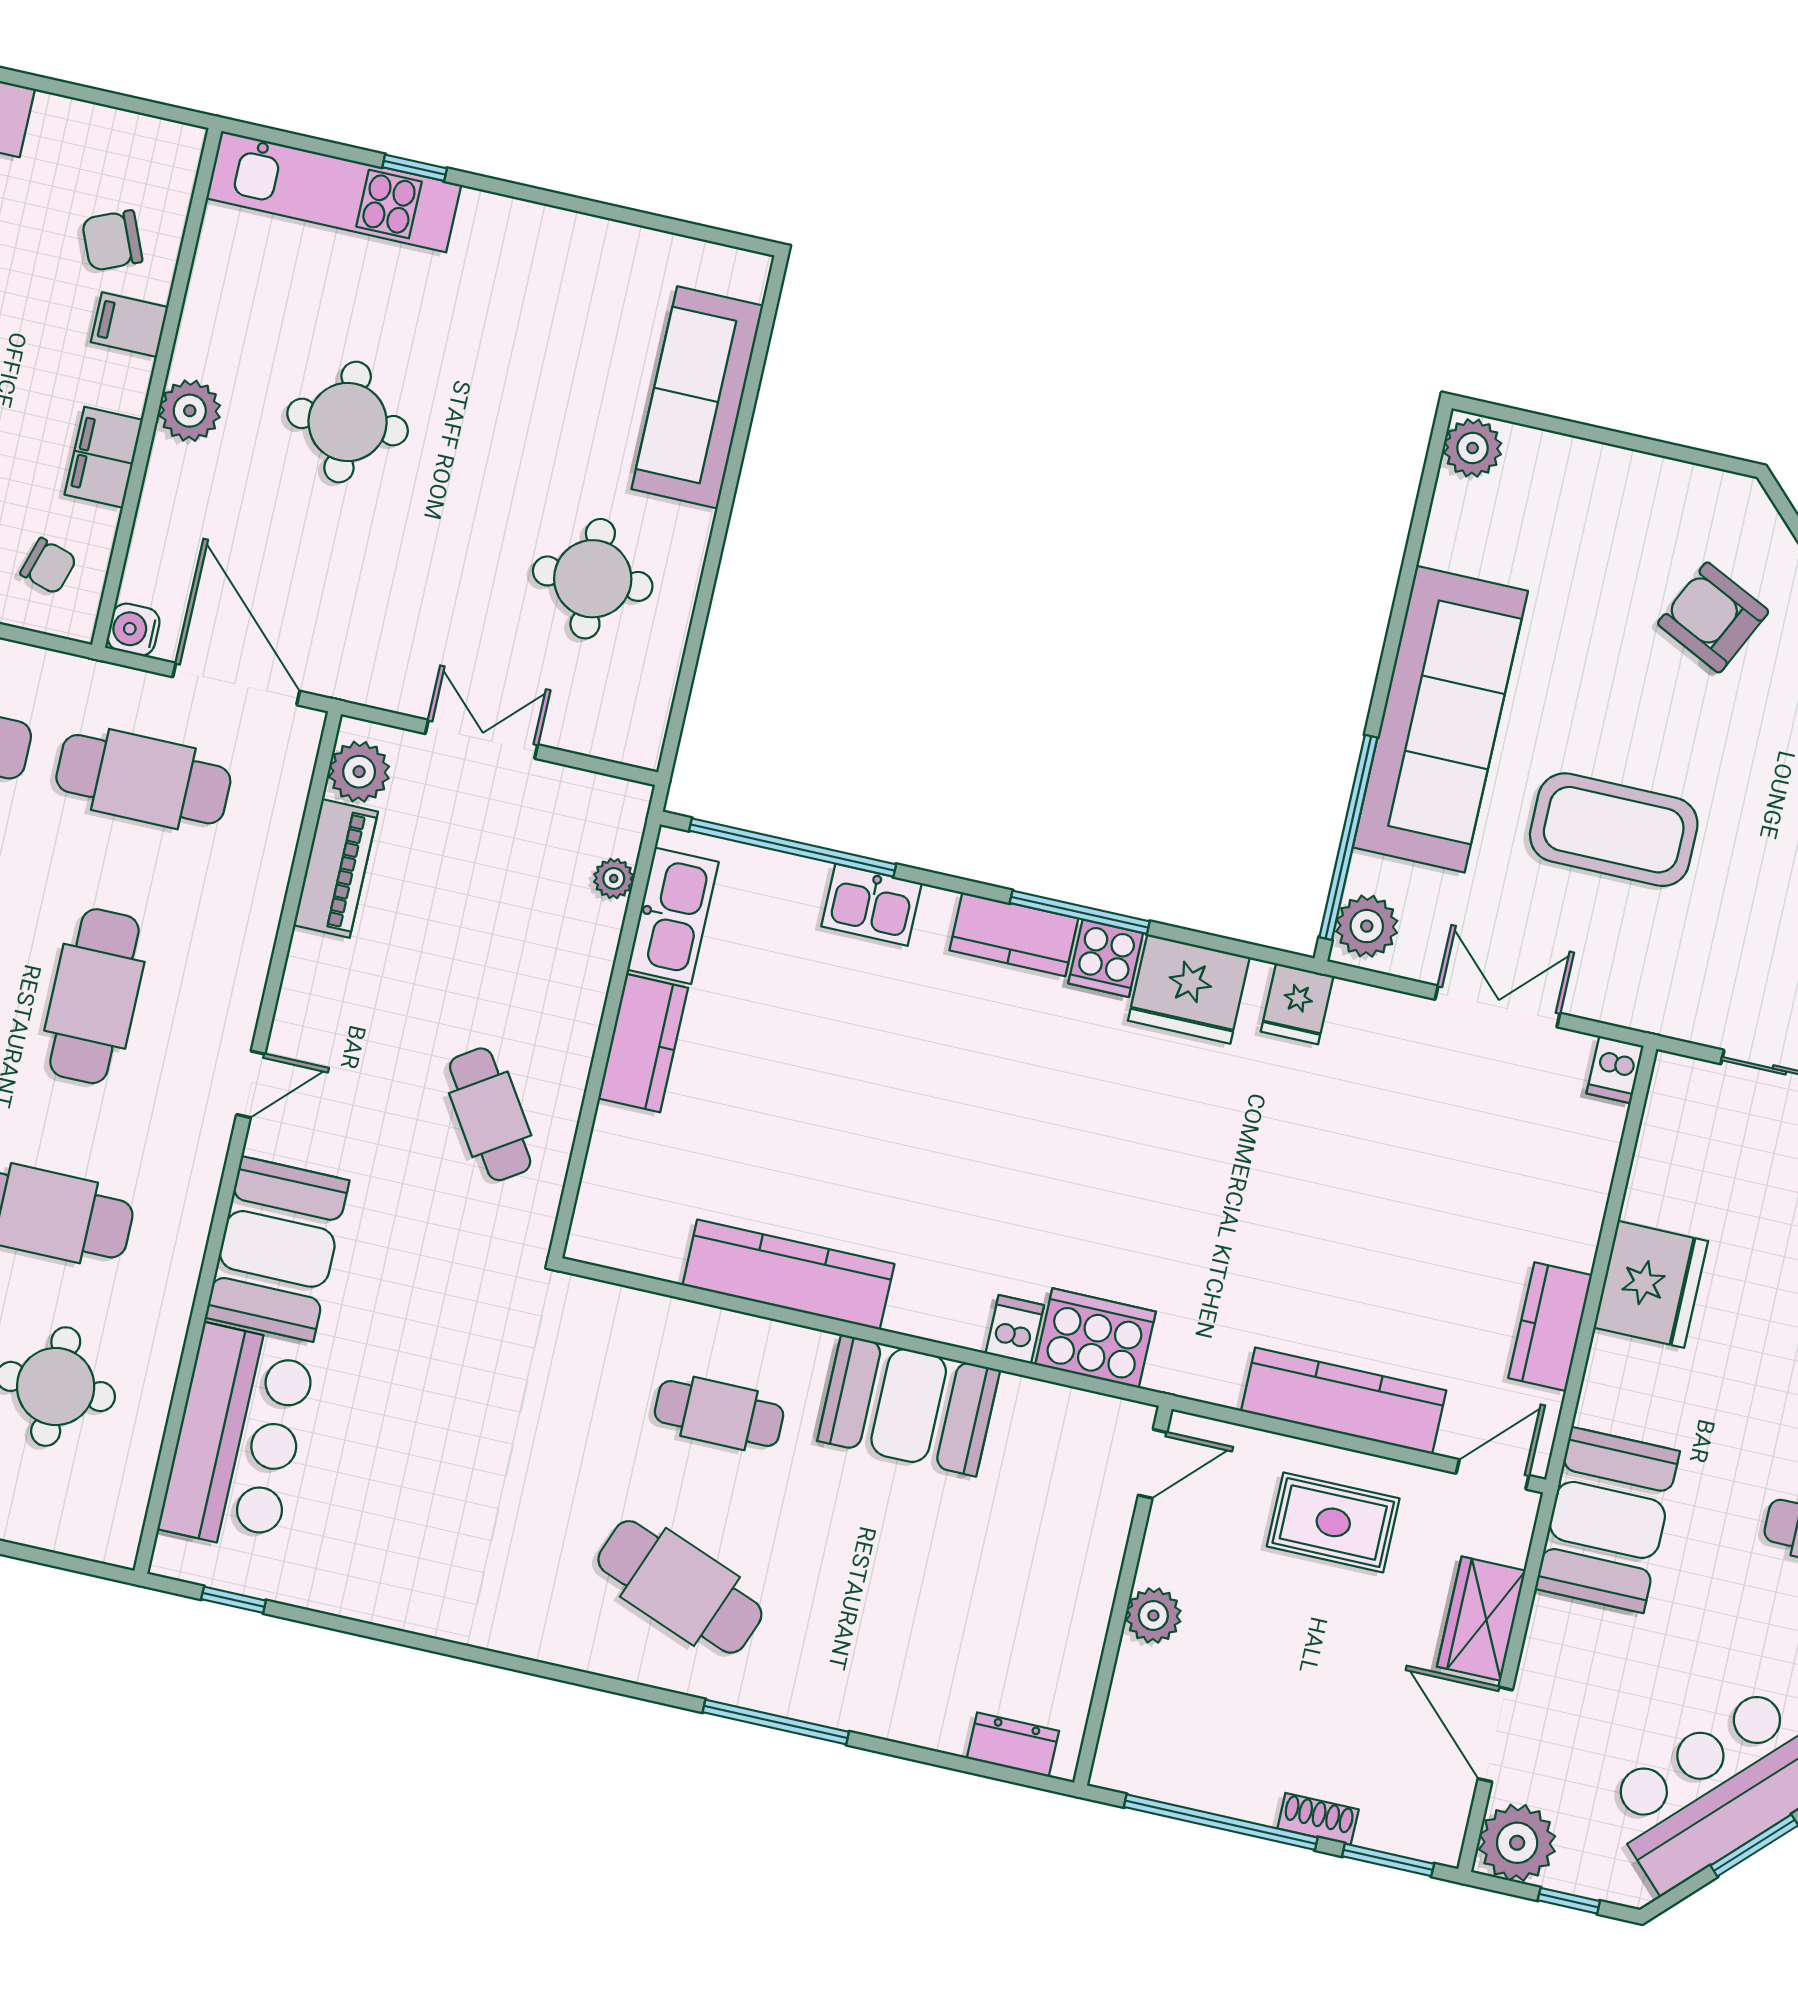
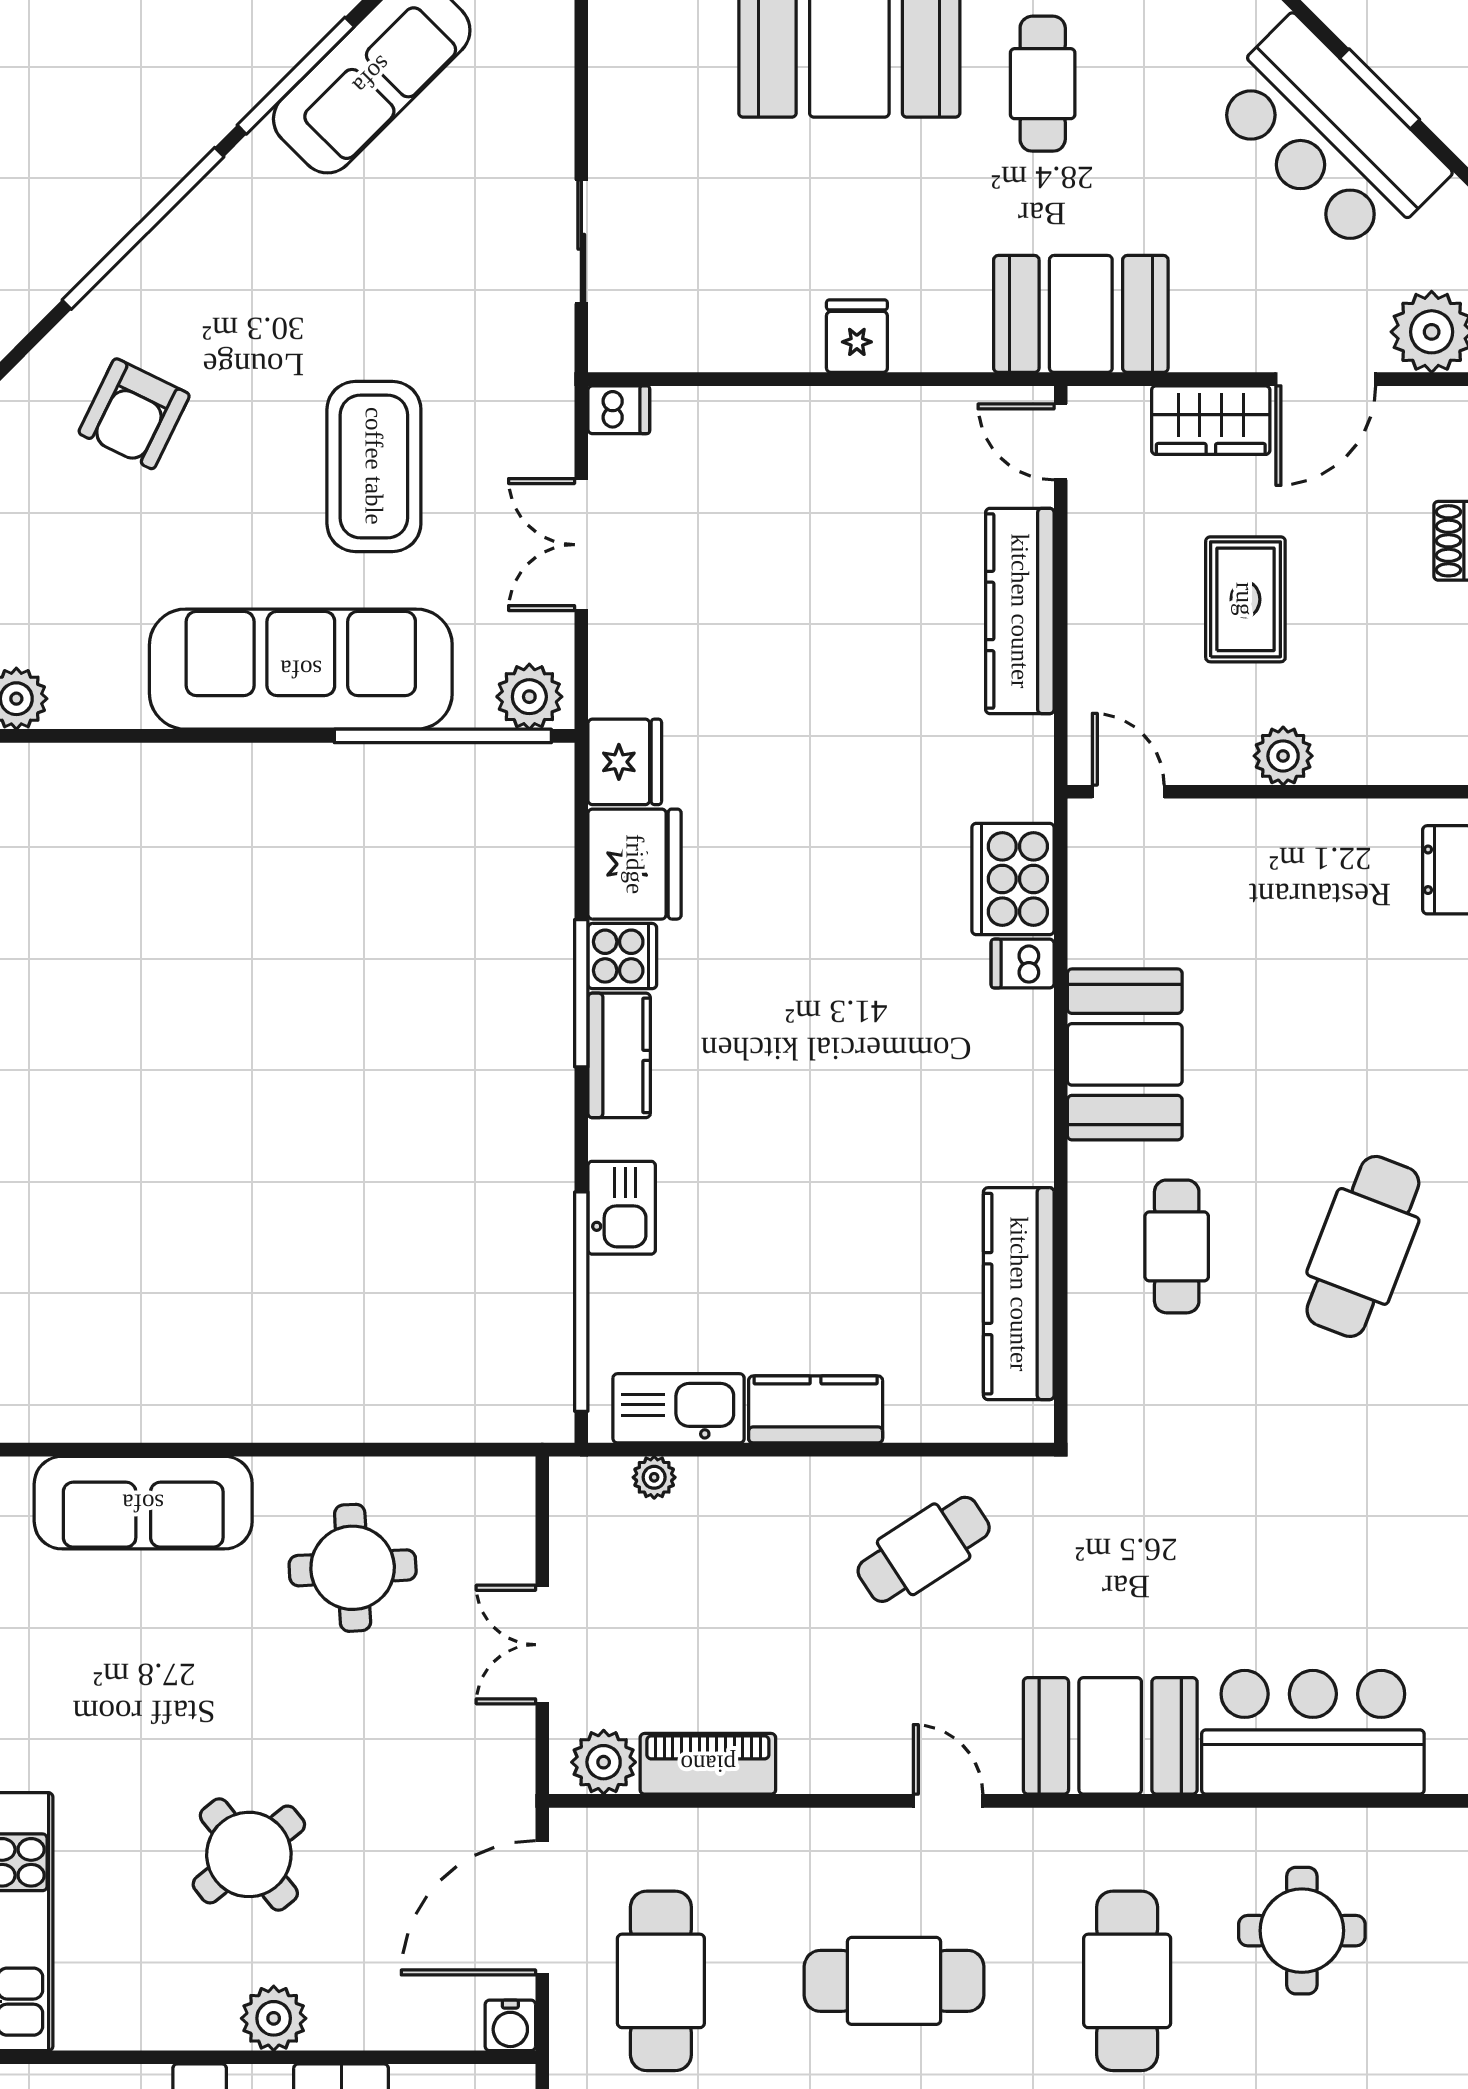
round table: (348, 422) -> (249, 1854), turned -37
fridge: (1297, 1004) -> (625, 762), width x1.38
kitchen counter: (788, 1275) -> (1019, 1294), moved
fridge: (1651, 1284) -> (857, 336), width x0.53, depth x0.75
kitchen counter: (1550, 1327) -> (896, 417), removed
rug: (1333, 1522) -> (1245, 599), moved

